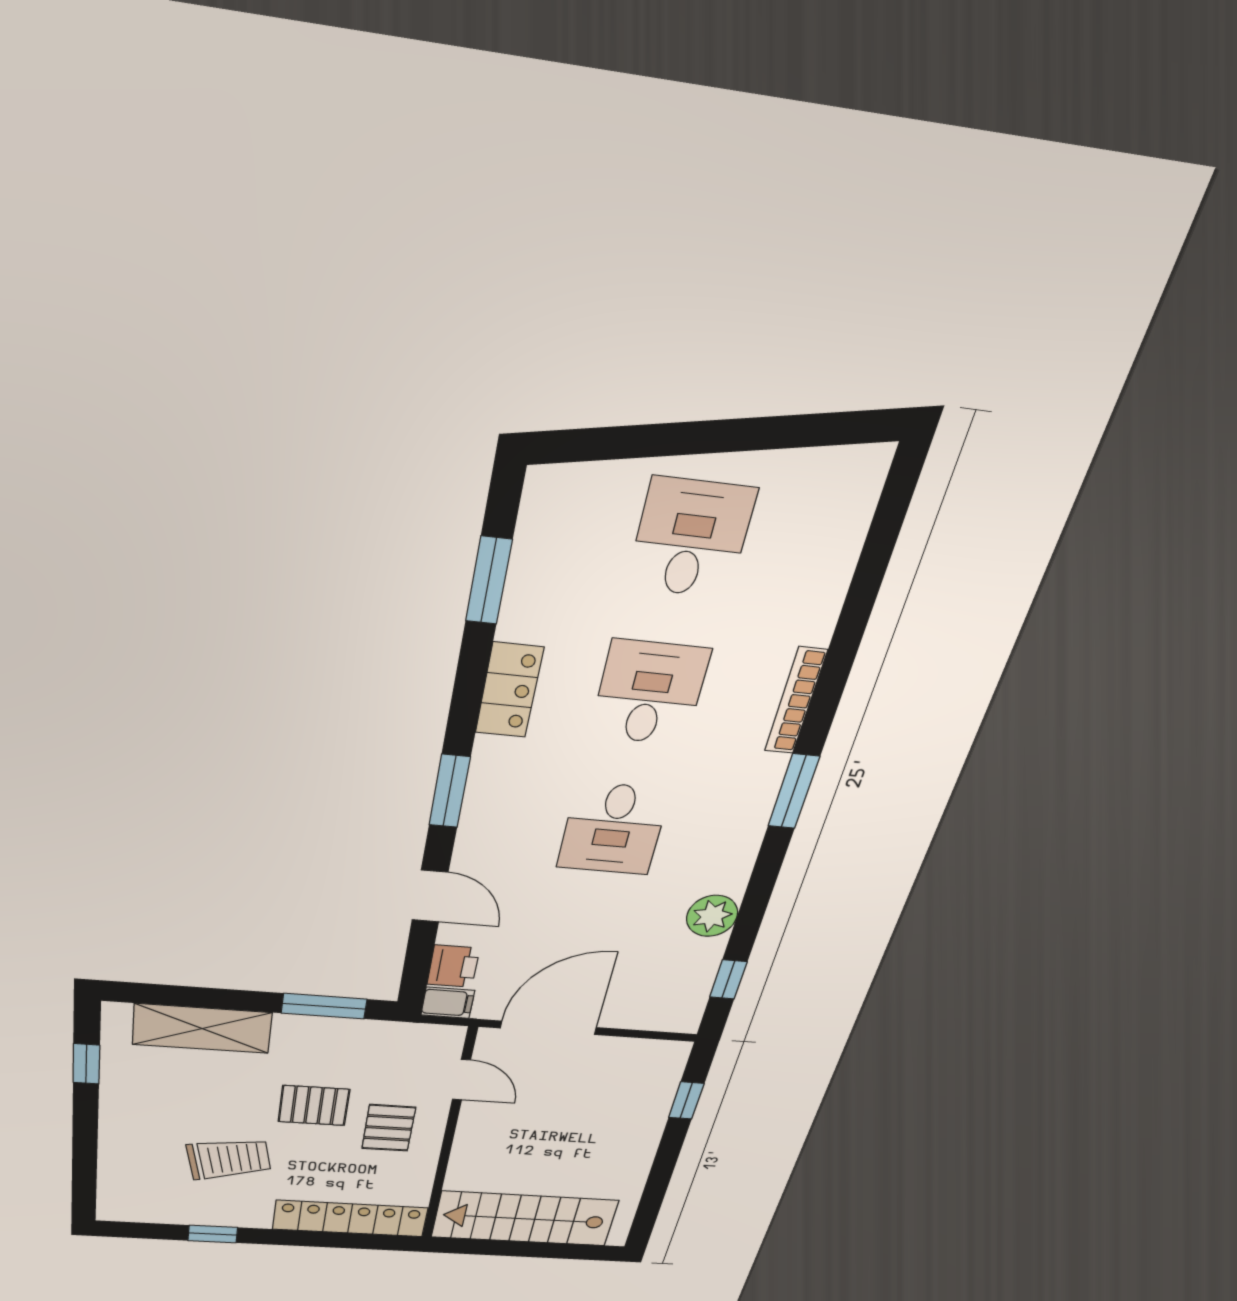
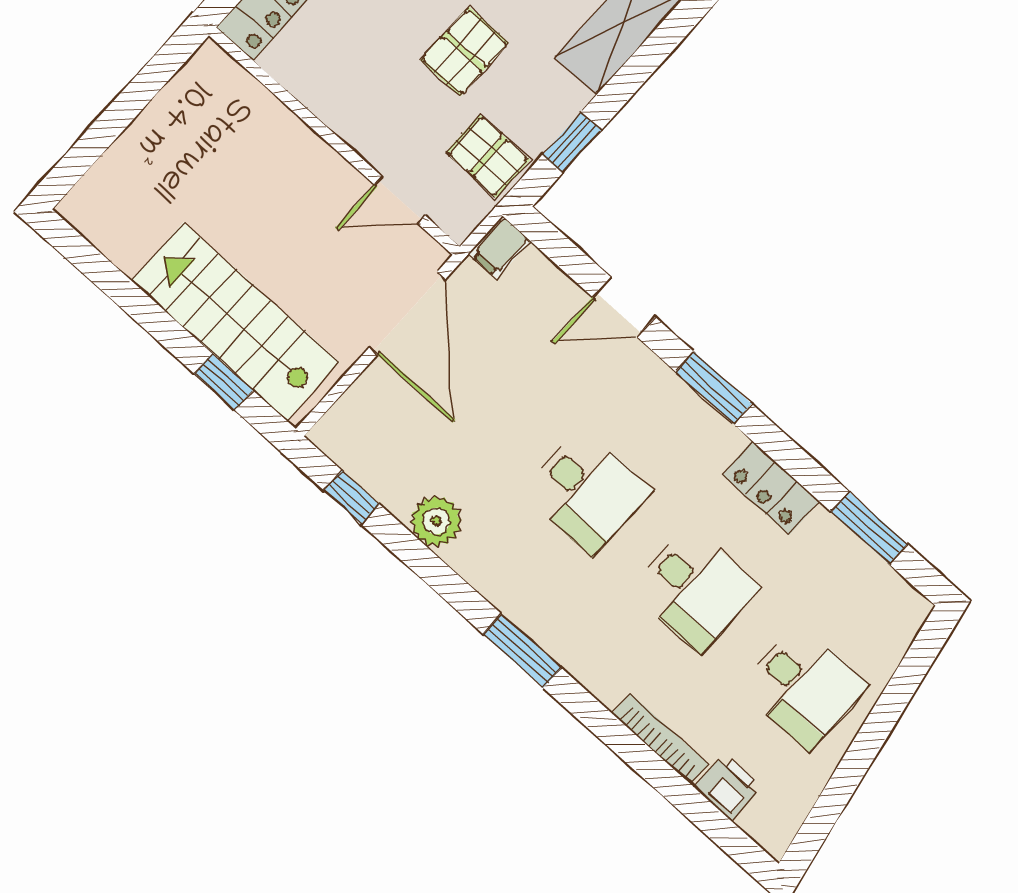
bookcase: (796, 701) -> (660, 739), moved
desk: (613, 829) -> (587, 491), turned 180
printer: (453, 966) -> (728, 787), moved, turned 180
window: (324, 1006) -> (572, 143), width x0.67
pallet: (389, 1128) -> (488, 156), moved
stairs: (525, 1219) -> (235, 321), moved, turned -90

